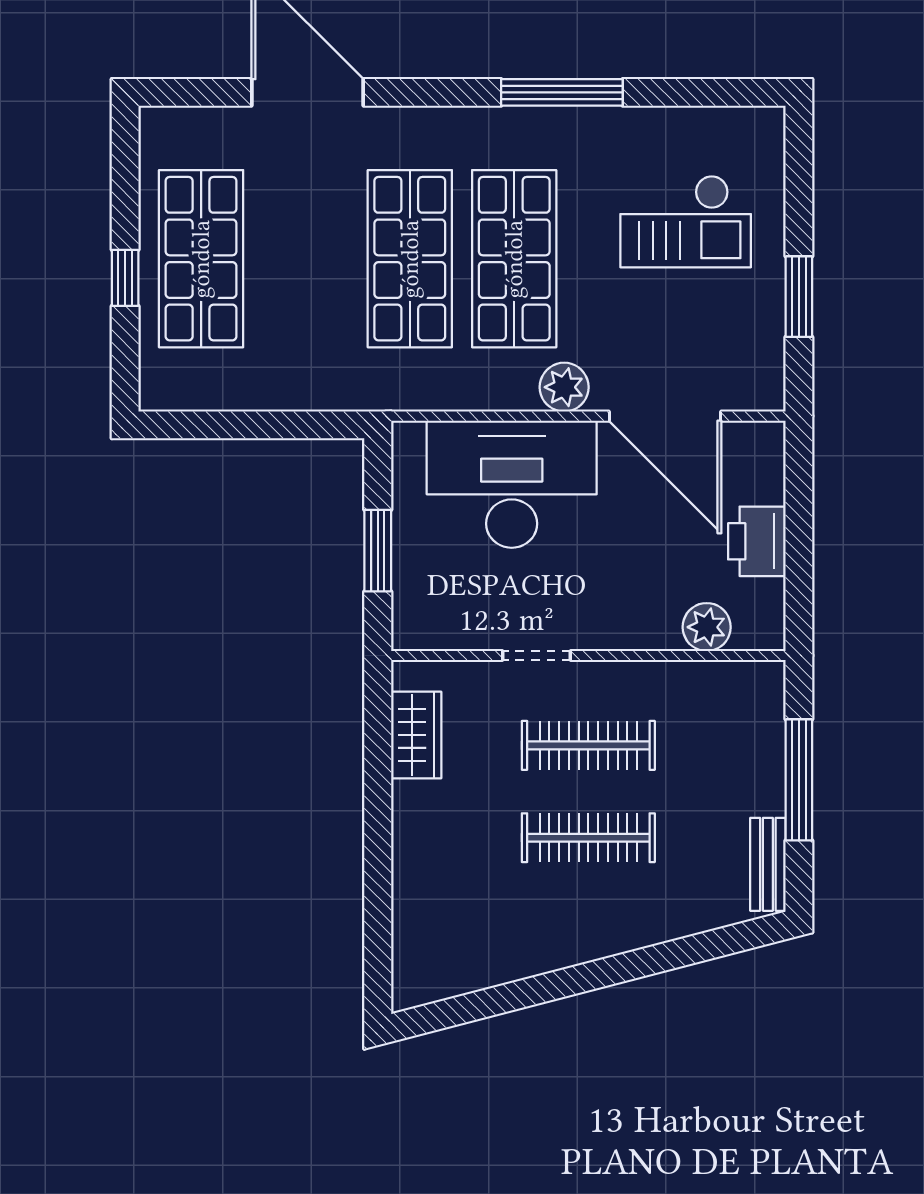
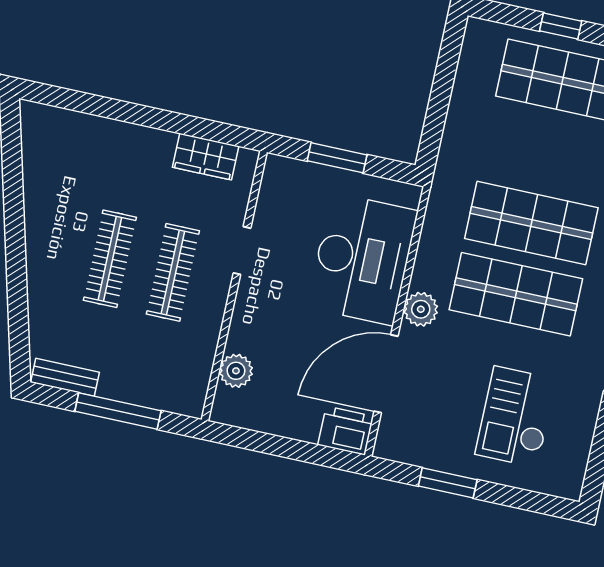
printer: (757, 541) -> (346, 431), moved

